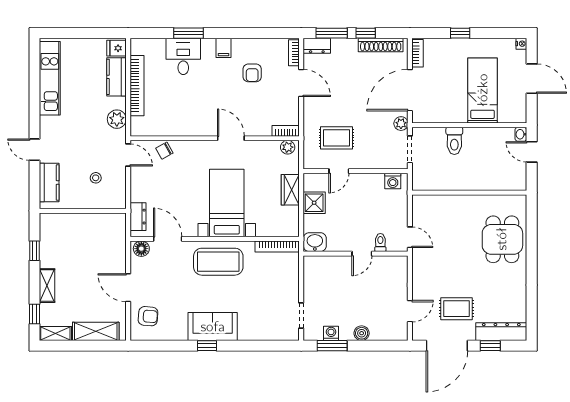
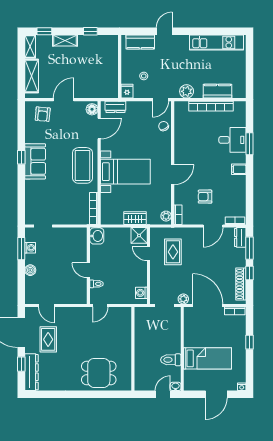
fridge: (117, 48) -> (127, 91), moved
armchair: (252, 73) -> (205, 197), moved
toilet: (454, 141) -> (171, 360), moved
shower: (314, 203) -> (139, 235), moved

